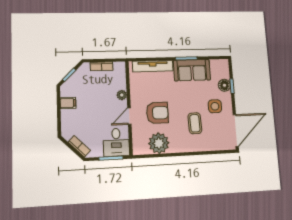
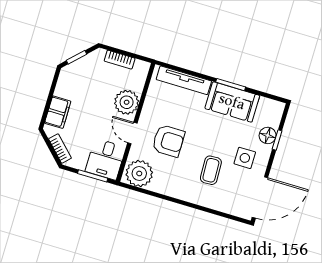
plant: (122, 95) -> (127, 102), width x1.88, depth x1.88
filing cabinet: (68, 103) -> (58, 112), moved, width x2.00
door: (129, 116) -> (132, 133), hinge flipped
plant: (159, 143) -> (139, 173), moved

